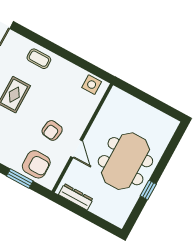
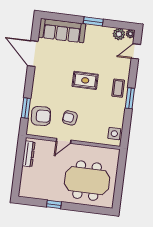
window: (57, 49) -> (130, 98), added
meeting table: (125, 161) -> (87, 181), moved
armchair: (36, 164) -> (41, 116), turned -94

